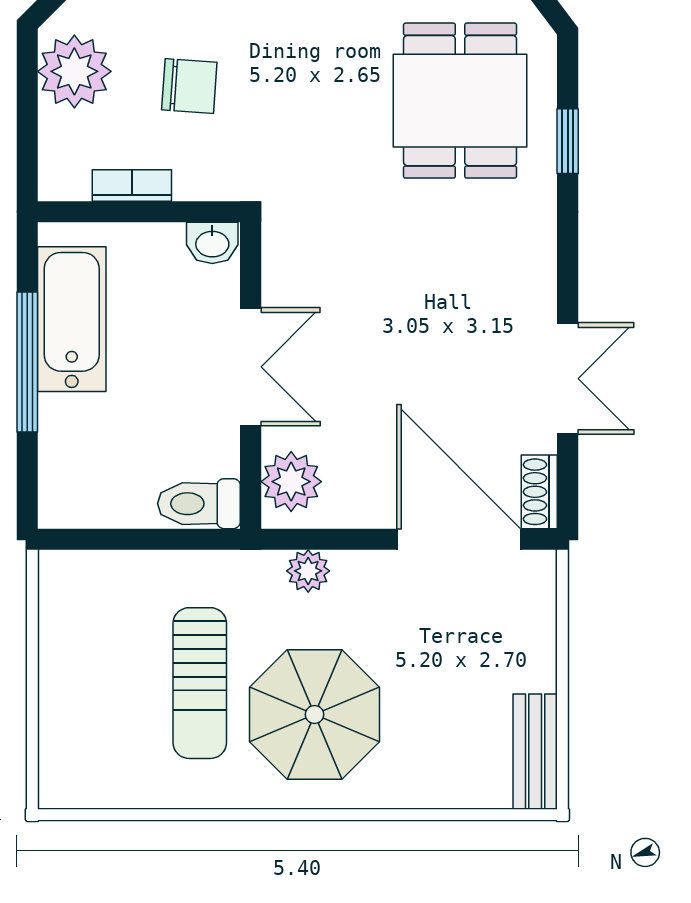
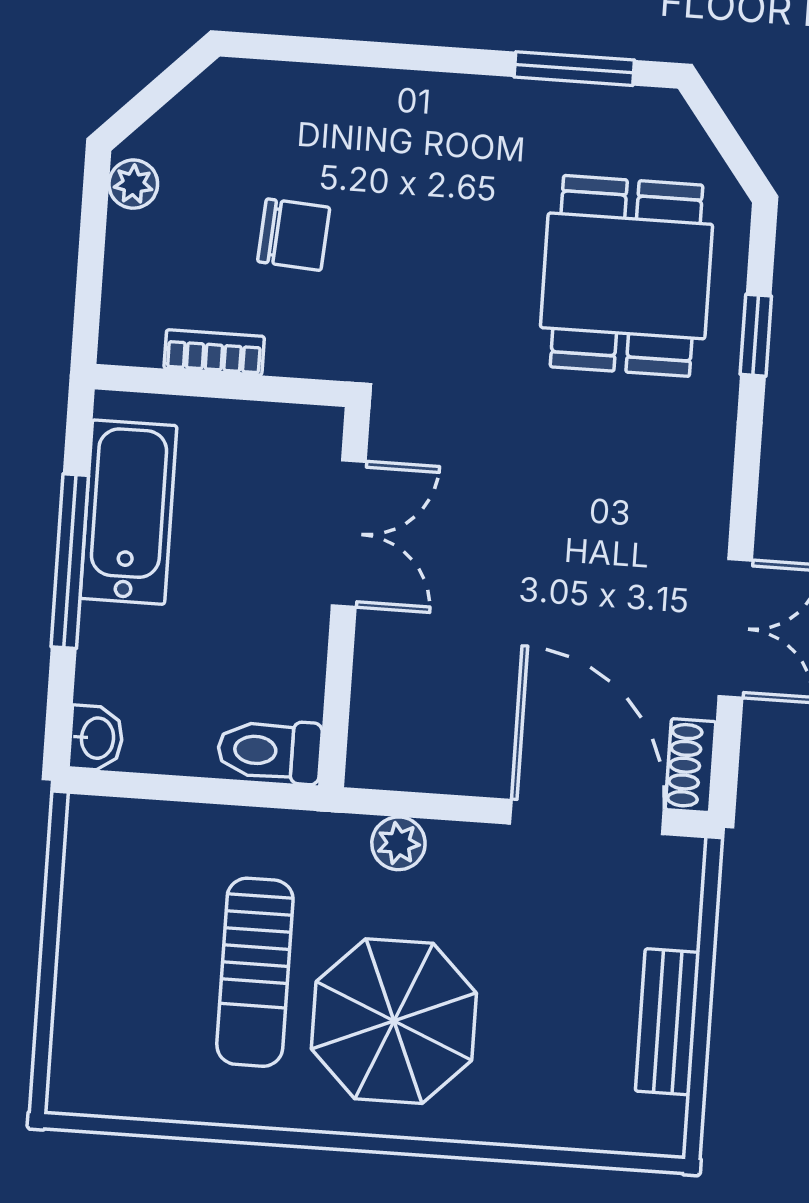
plant: (74, 71) -> (133, 184), width x0.53, depth x0.53
washbasin: (212, 243) -> (96, 738), moved, turned -90
double door: (251, 367) -> (349, 534), moved
plant: (291, 482) -> (385, 731), removed
bench: (535, 752) -> (668, 1022), moved

